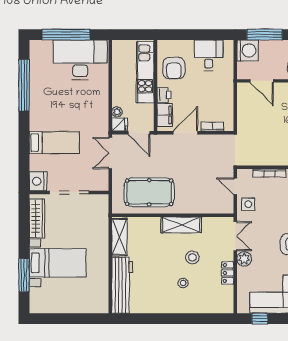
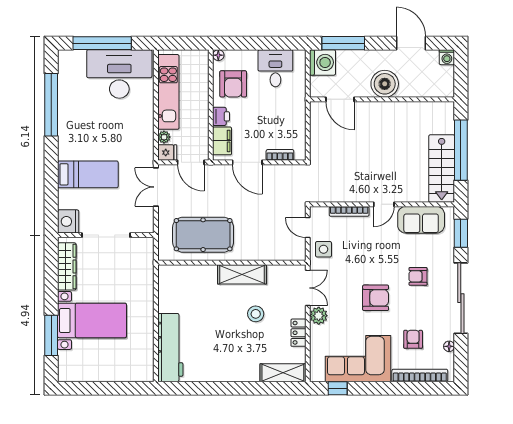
floor lamp: (162, 44) -> (218, 55), added
kitchen unit: (145, 72) -> (168, 92), moved, turned 180
door: (185, 133) -> (247, 162), swing flipped
shelving: (119, 237) -> (283, 373), moved, turned 90
stool: (183, 283) -> (244, 345), removed

